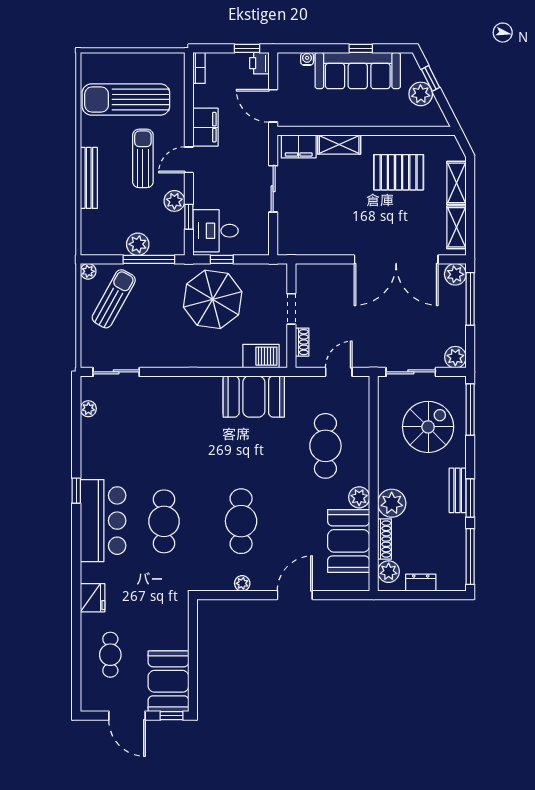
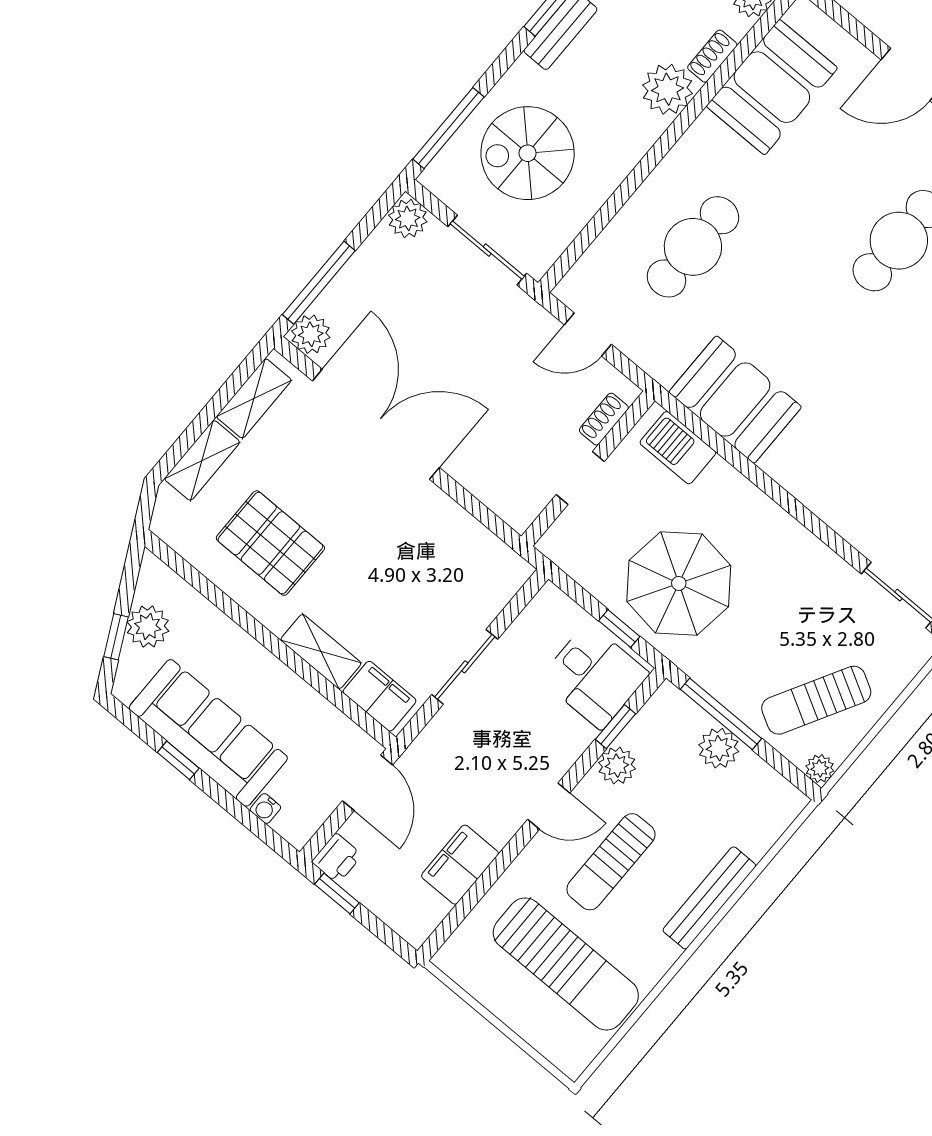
bookcase: (199, 68) -> (427, 922), removed
filing cabinet: (205, 127) -> (460, 865), moved
plant: (359, 497) -> (706, 136), removed
shoe rack: (385, 539) -> (712, 56), width x0.70

